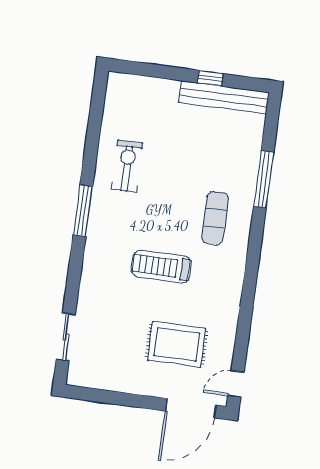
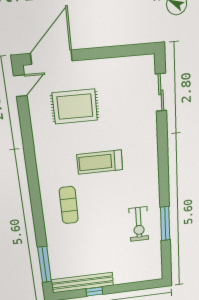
window: (264, 179) -> (45, 265), moved
window: (83, 211) -> (165, 224), moved
treadmill: (161, 267) -> (100, 162), turned 180

